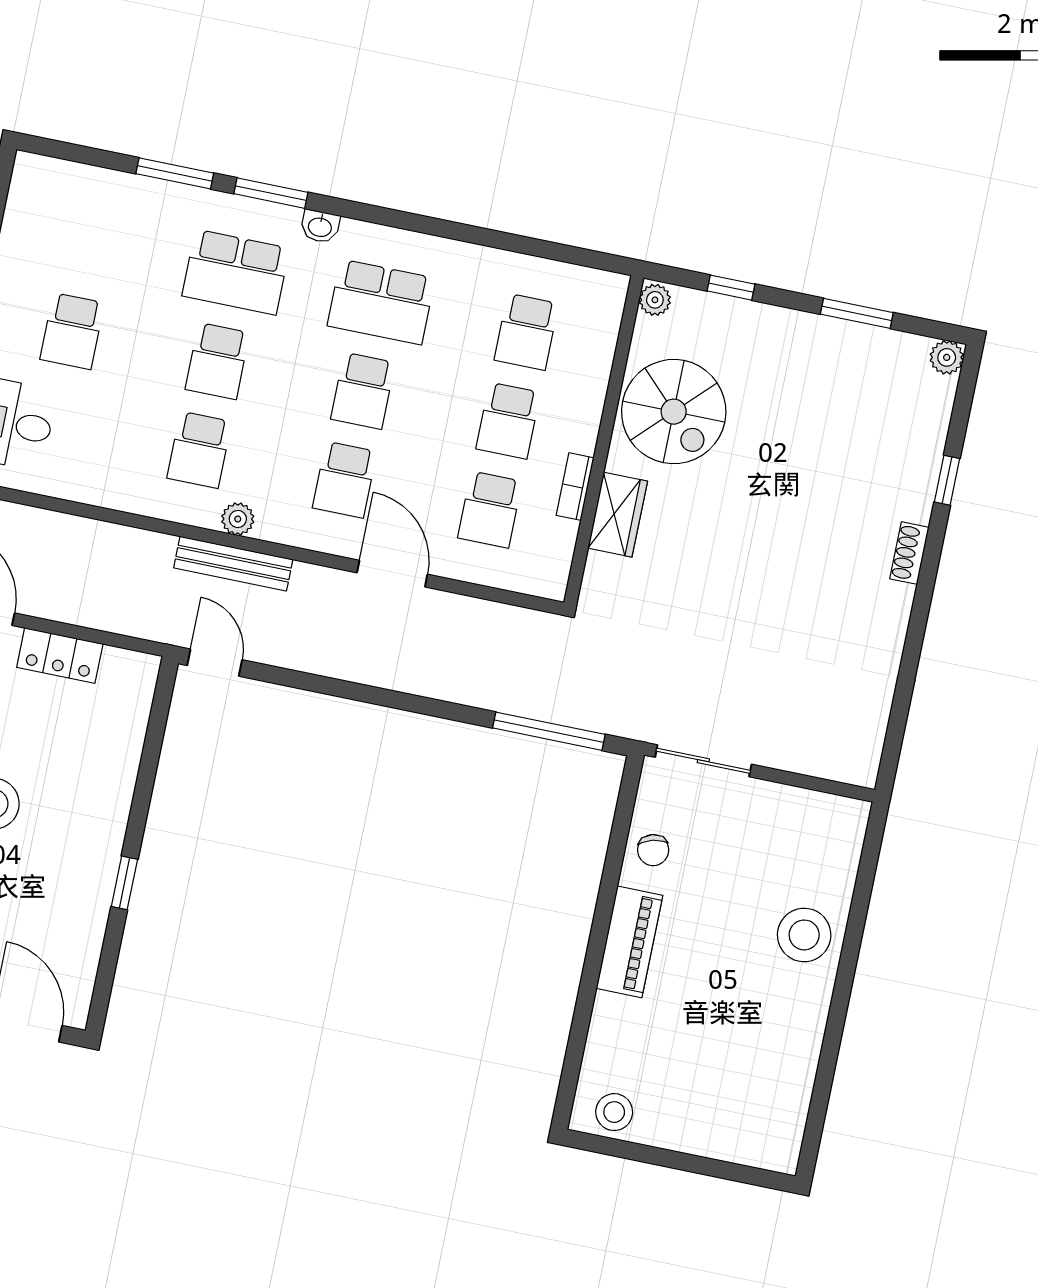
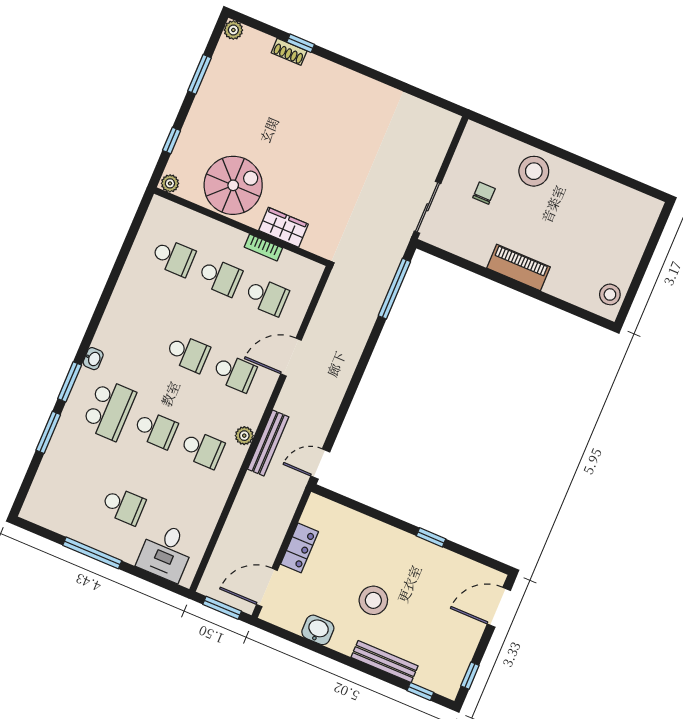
school desk: (381, 302) -> (141, 333), removed
shoe rack: (909, 553) -> (289, 52), moved
chair: (653, 850) -> (484, 193), moved, turned -75

